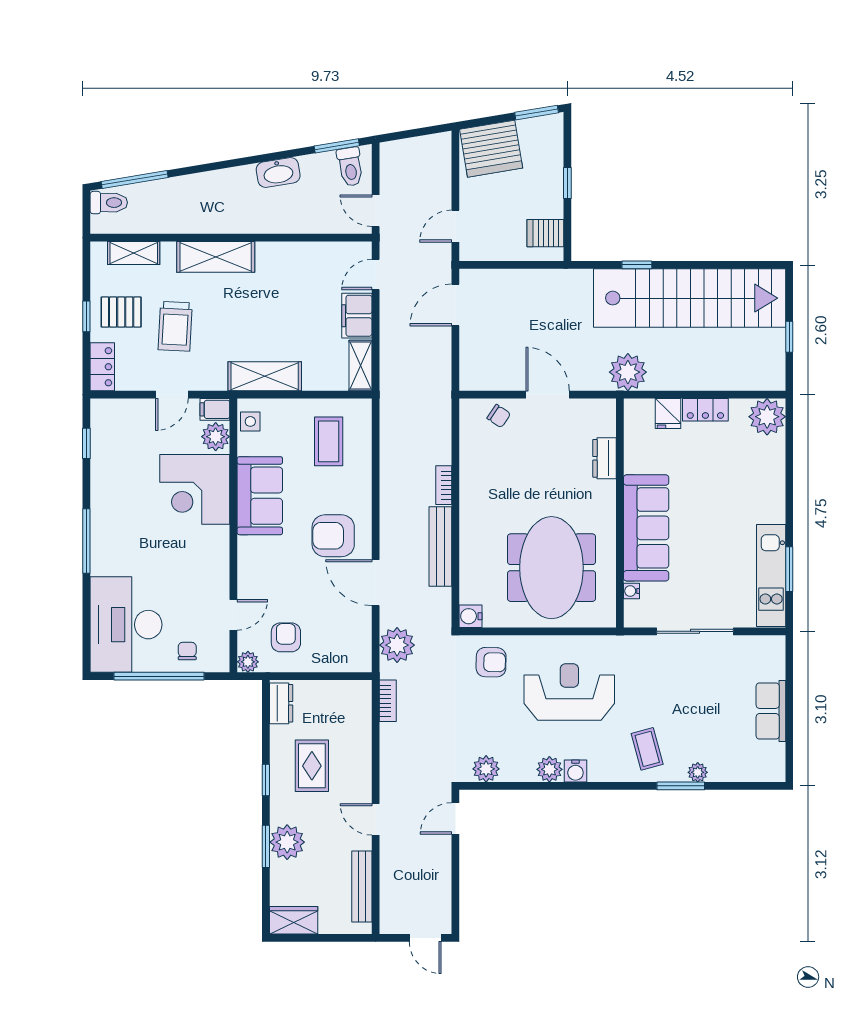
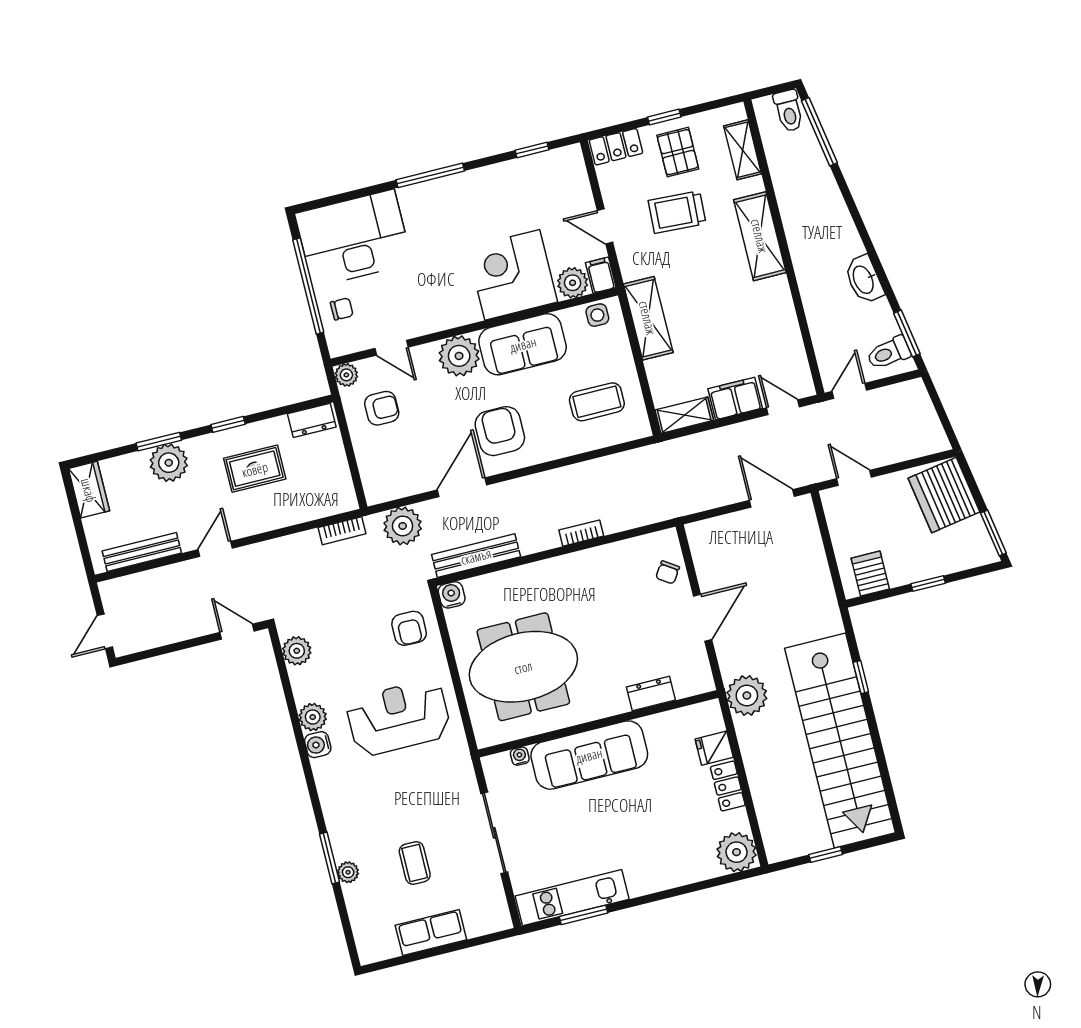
bench: (440, 547) -> (476, 556), moved
plant: (256, 556) -> (459, 356), added
reception desk: (569, 692) -> (398, 718), turned -90
coffee table: (647, 749) -> (415, 863), moved, turned -75

